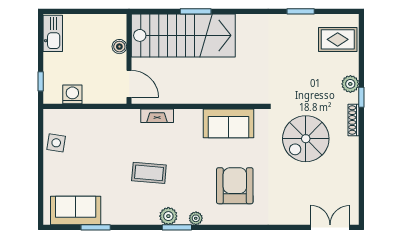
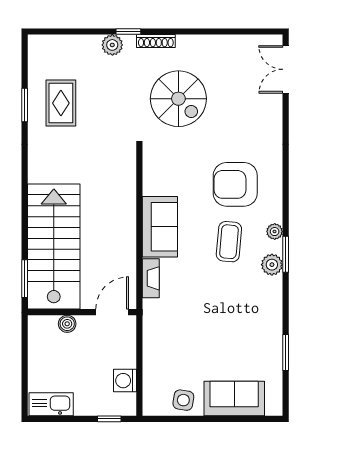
window: (196, 11) -> (25, 279), moved
rug: (338, 39) -> (61, 103), moved
sofa: (228, 123) -> (160, 227), moved
coffee table: (149, 173) -> (229, 242), moved
sofa: (76, 211) -> (234, 399), moved, turned 90

